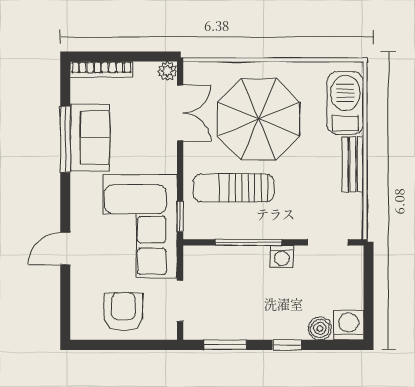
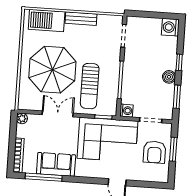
double door: (180, 113) -> (58, 114), moved
window: (65, 139) -> (44, 177), moved
washing machine: (282, 257) -> (126, 111), moved
armchair: (124, 312) -> (154, 152), turned -90
boiler: (320, 328) -> (169, 77), moved
window: (131, 345) -> (173, 149), added

